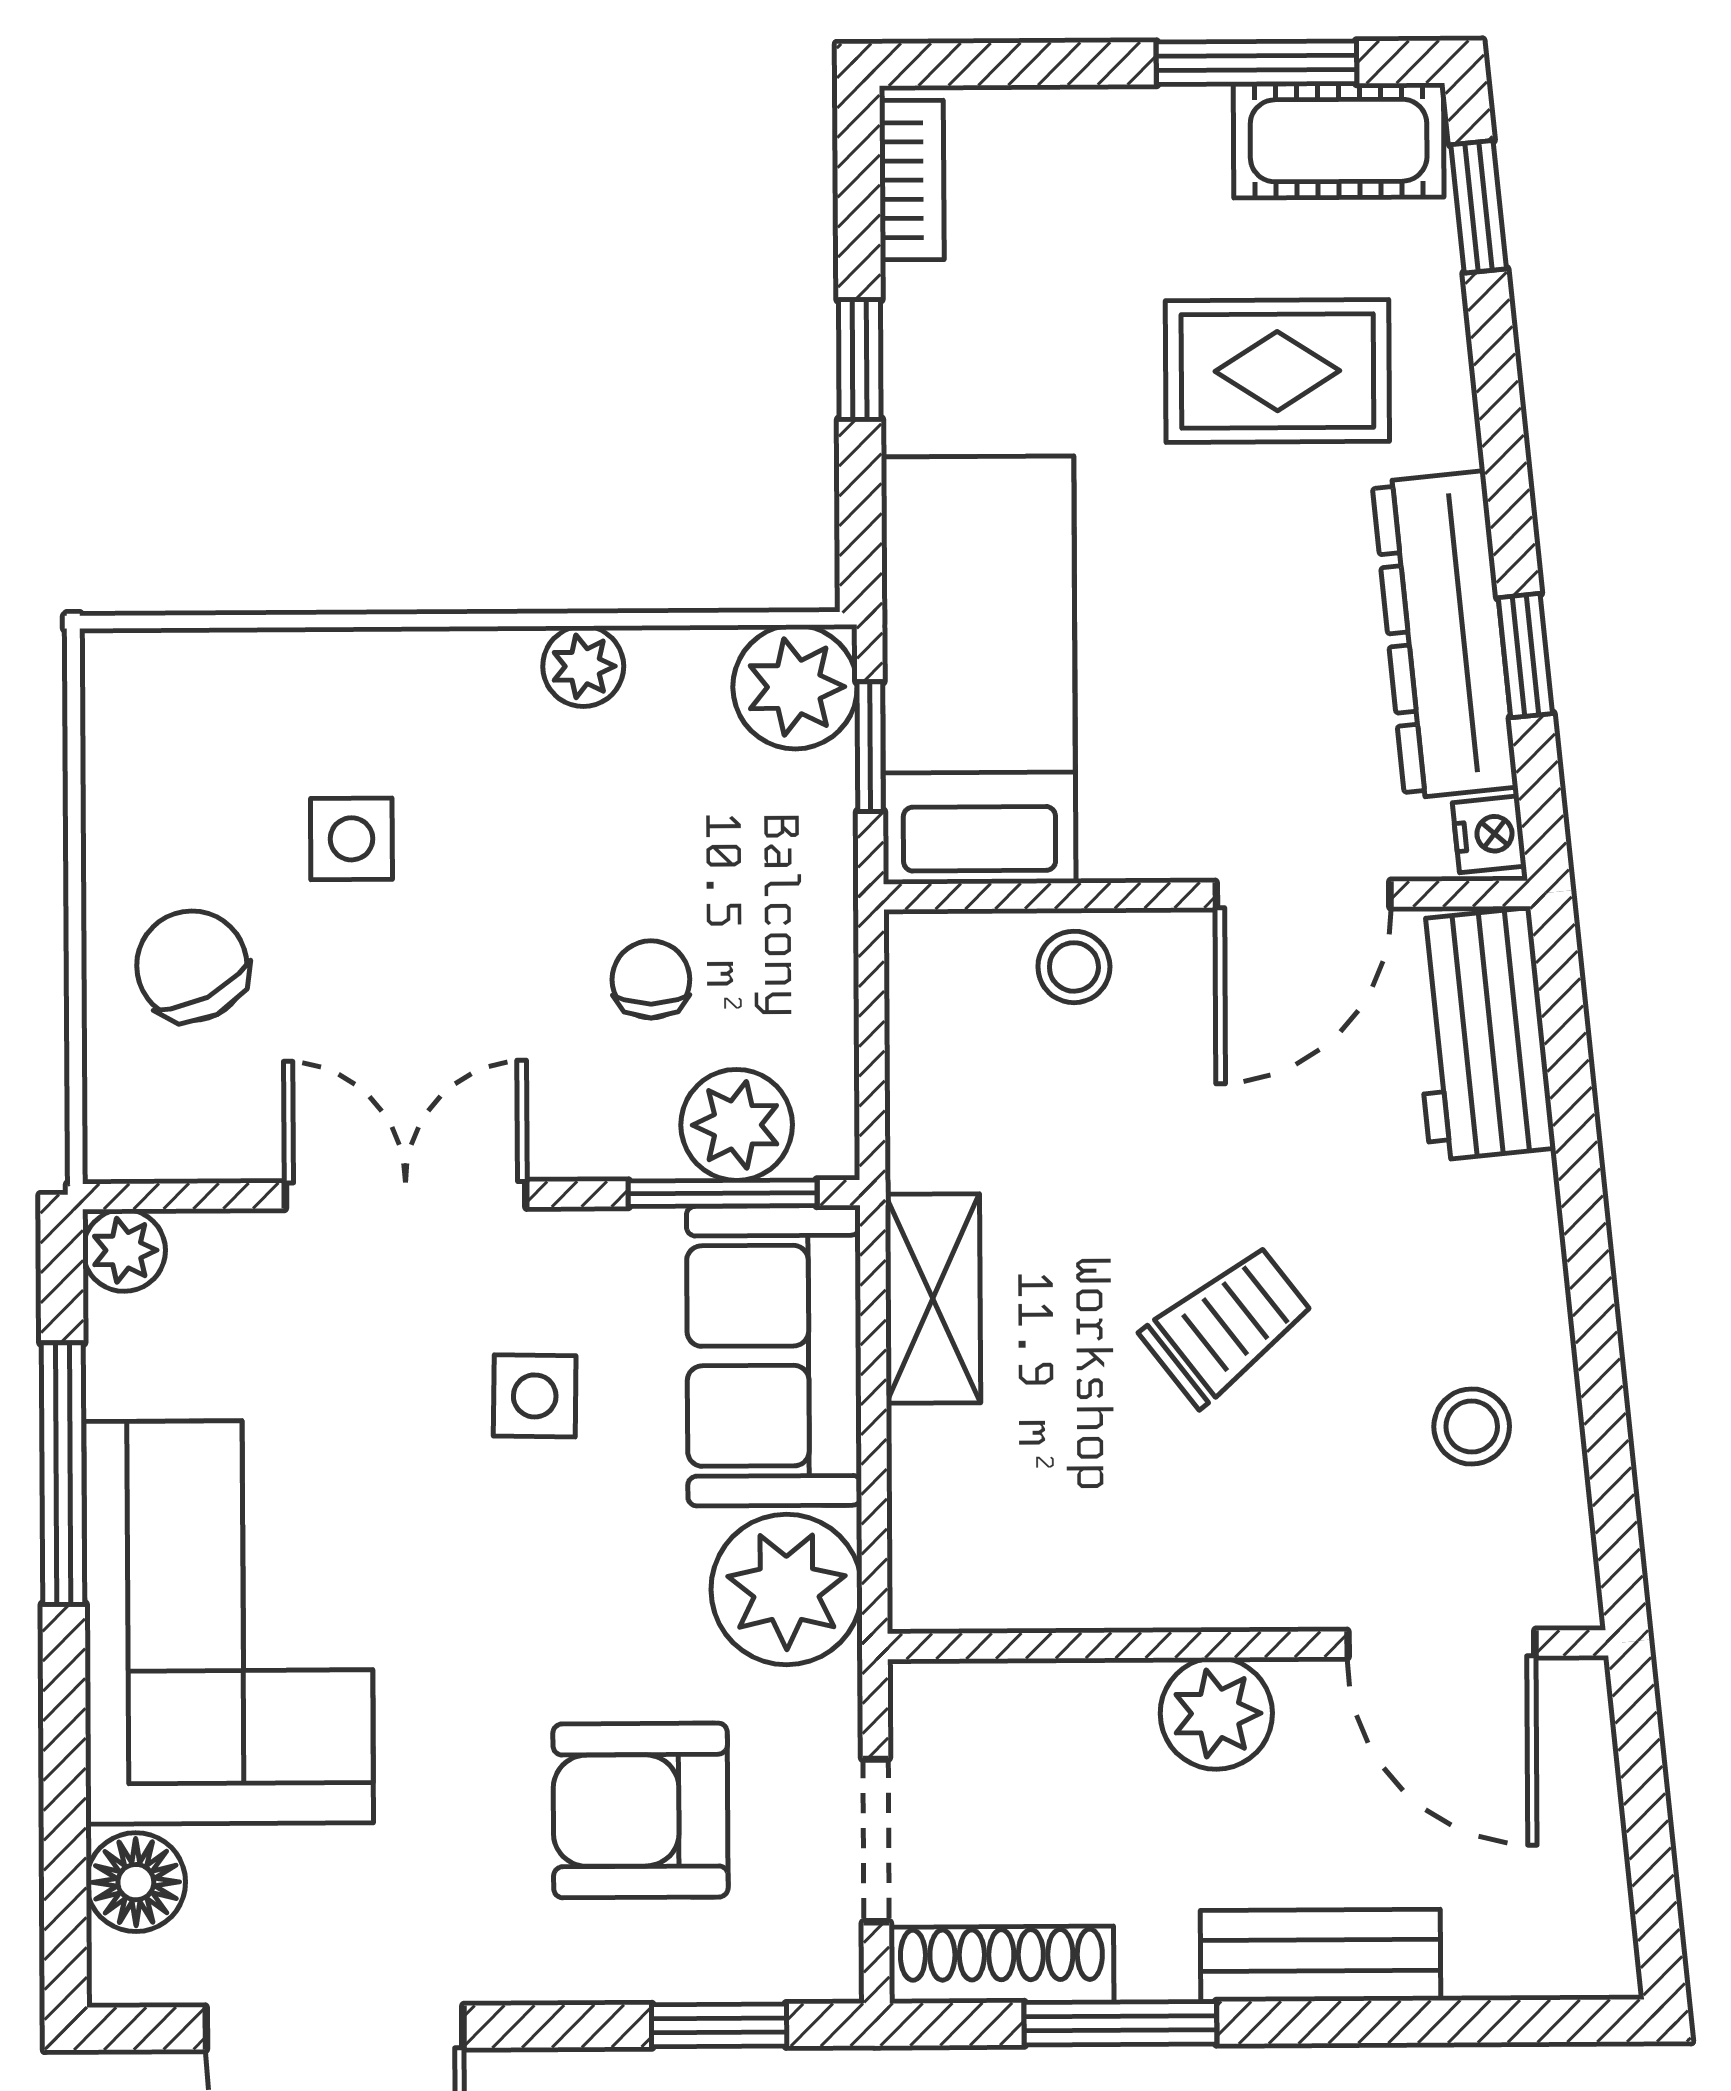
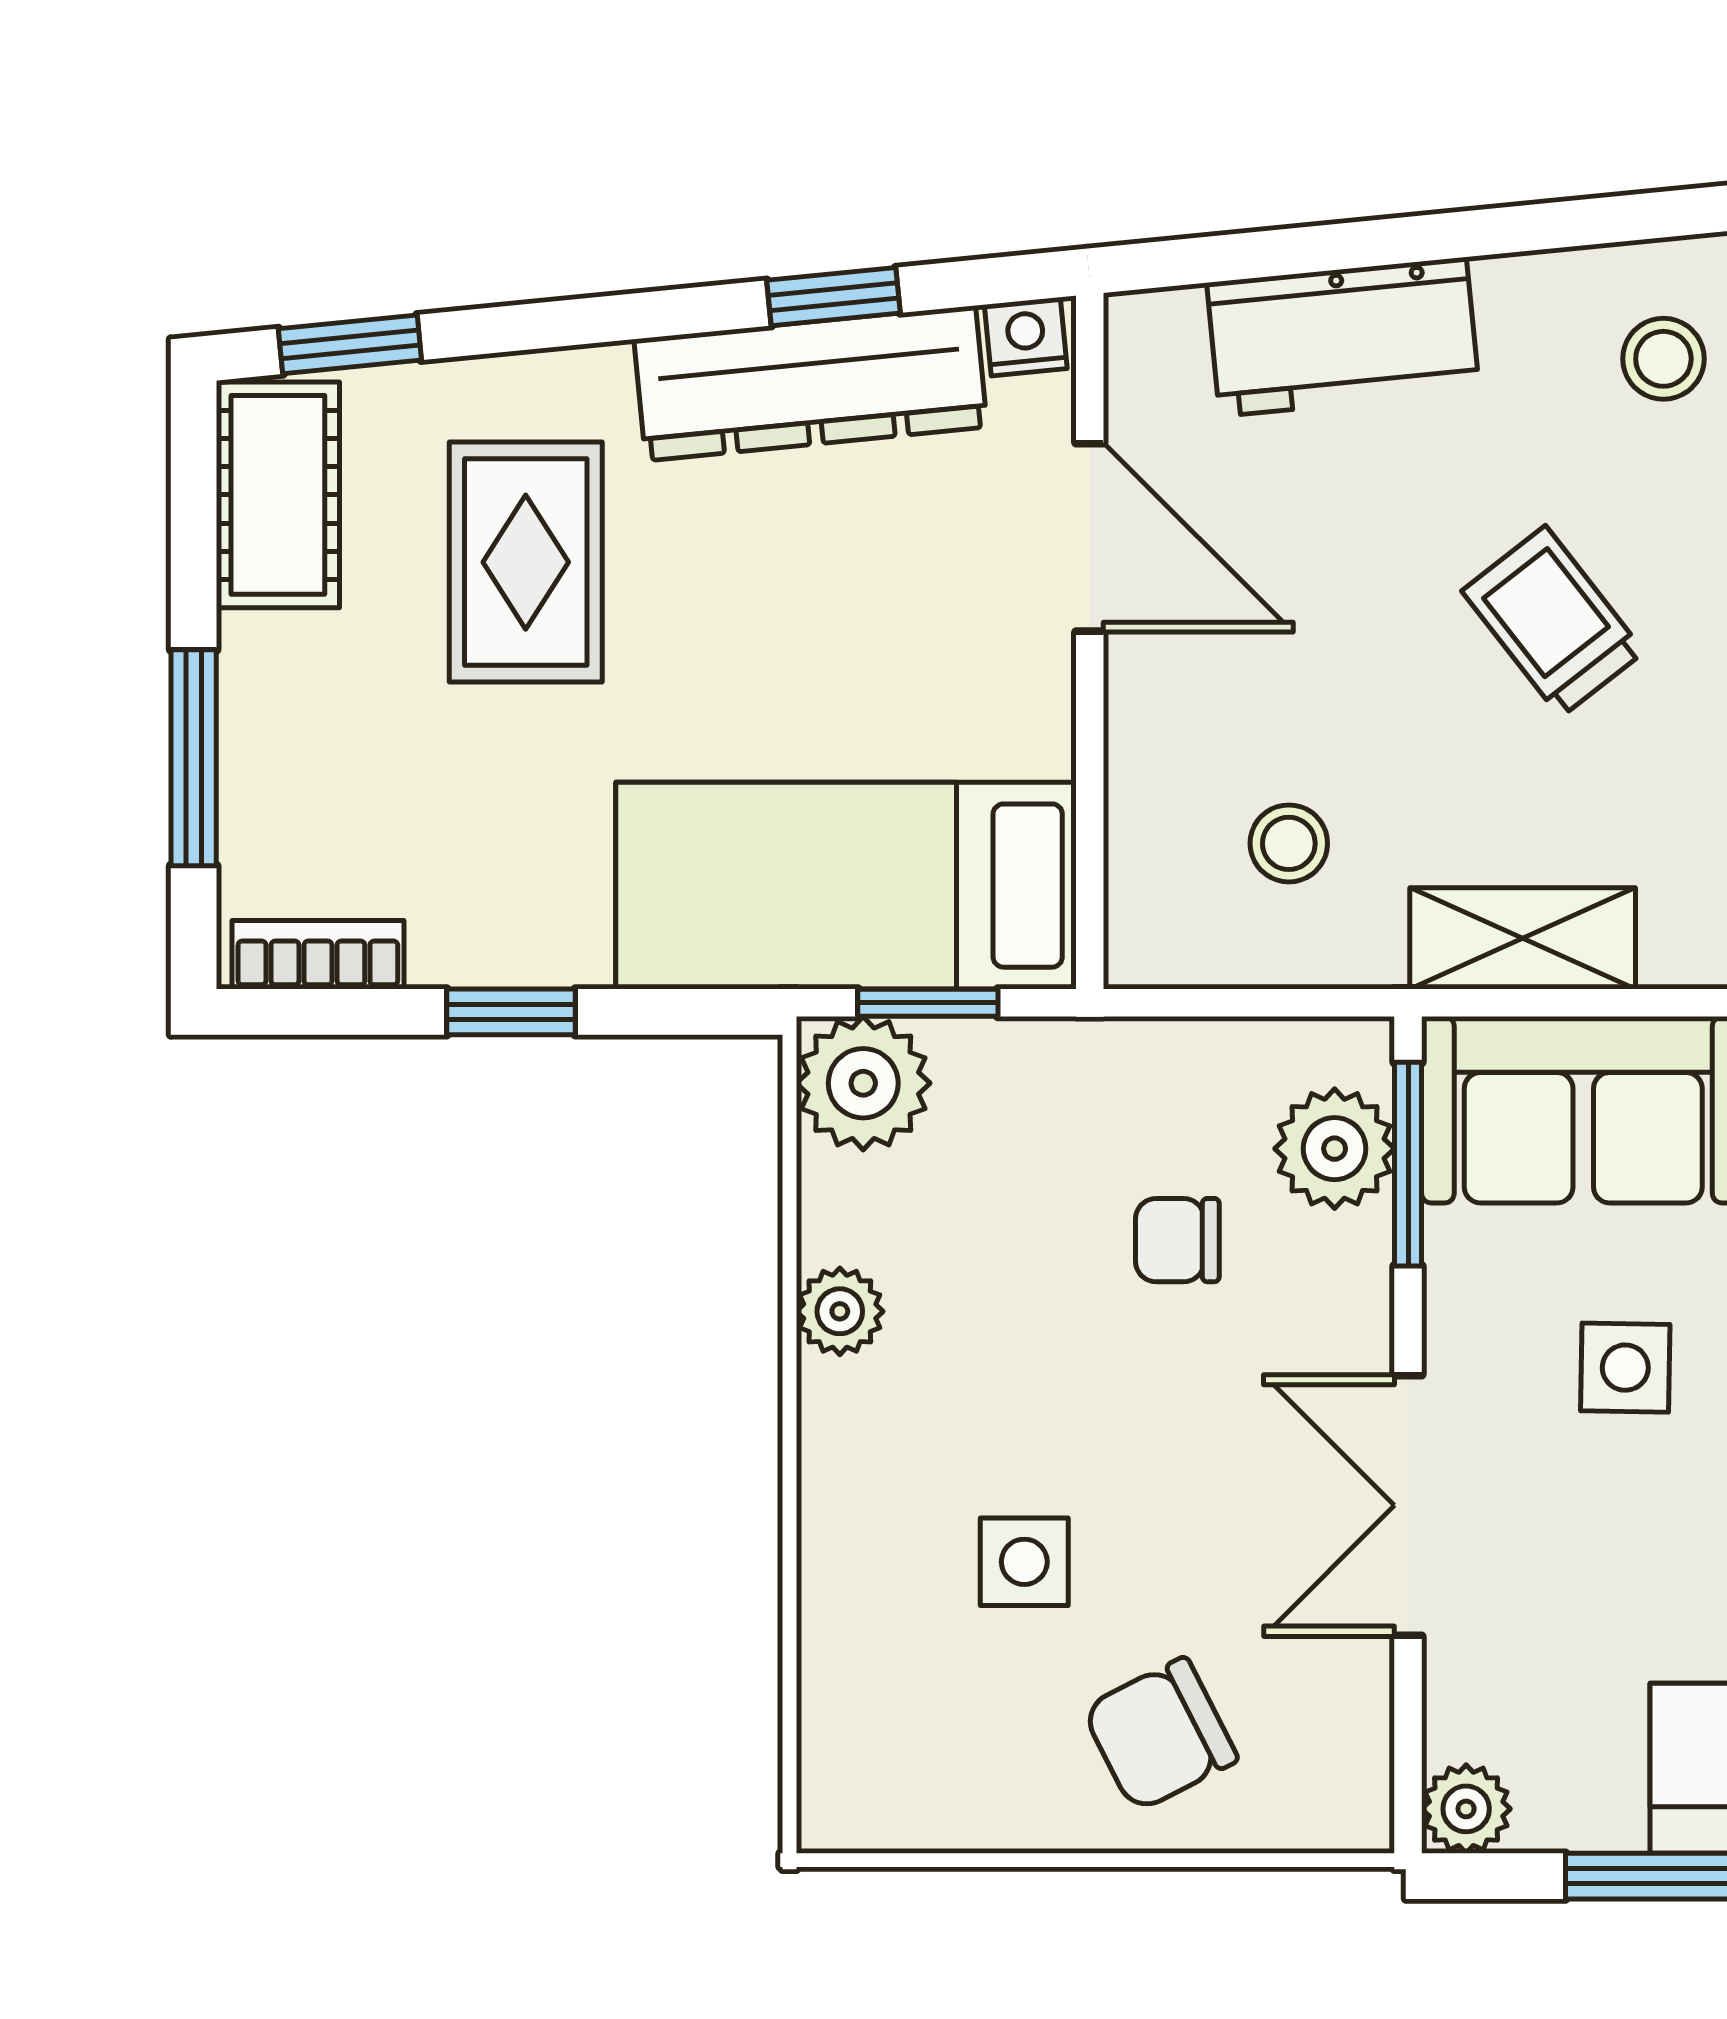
window: (1257, 63) -> (194, 758), moved
stool: (1074, 967) -> (1289, 843), moved
workbench: (1481, 1034) -> (1343, 337), moved

